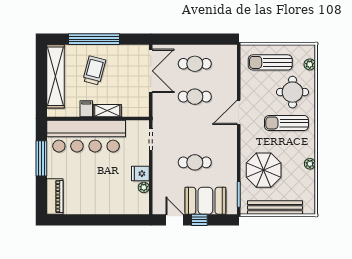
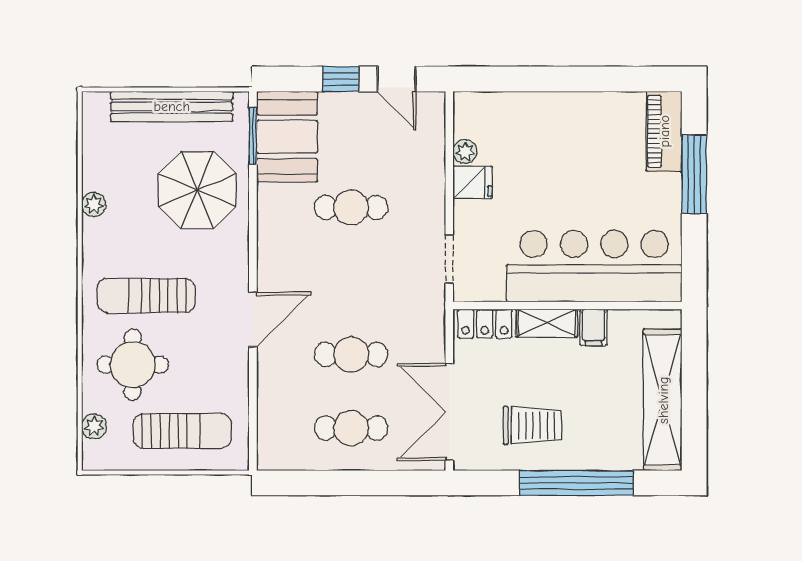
trolley: (94, 70) -> (533, 425), moved, turned -105
locker: (135, 110) -> (485, 324), added
sun lounger: (286, 123) -> (146, 296), turned 180
window: (41, 158) -> (694, 174), moved
booth: (205, 201) -> (287, 137), moved, turned 90

